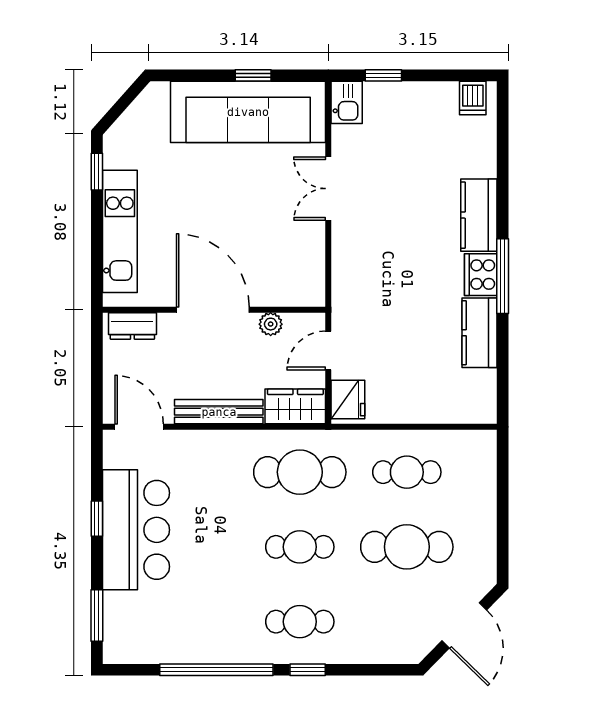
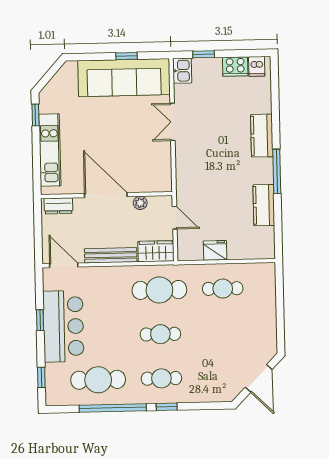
cooker: (481, 275) -> (235, 66), moved, turned -90
door: (328, 350) -> (175, 218), swing flipped
fridge: (348, 400) -> (215, 250), moved, turned -90
cafe table: (407, 547) -> (98, 380), moved
window: (97, 615) -> (41, 377), width x0.67

